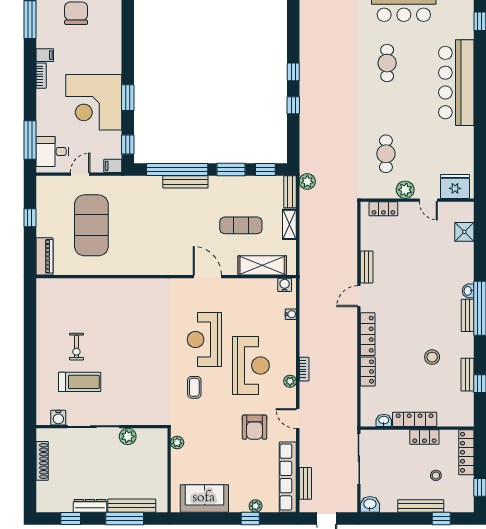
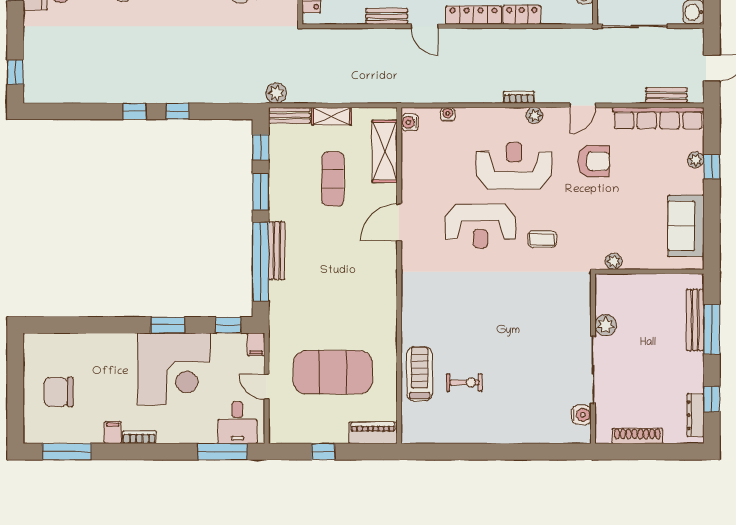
exercise bike: (76, 347) -> (464, 383), moved
treadmill: (80, 382) -> (420, 374), moved
dresser: (90, 506) -> (695, 415), moved

